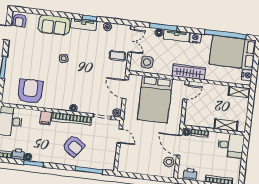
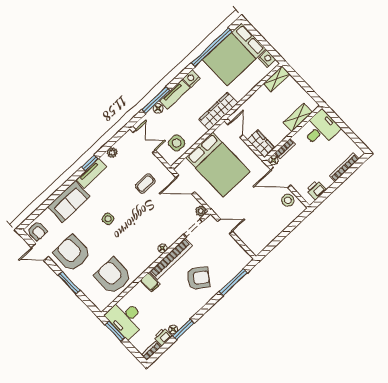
armchair: (23, 54) -> (72, 253), added
coffee table: (117, 56) -> (145, 184), moved
wardrobe: (190, 116) -> (261, 144), added

